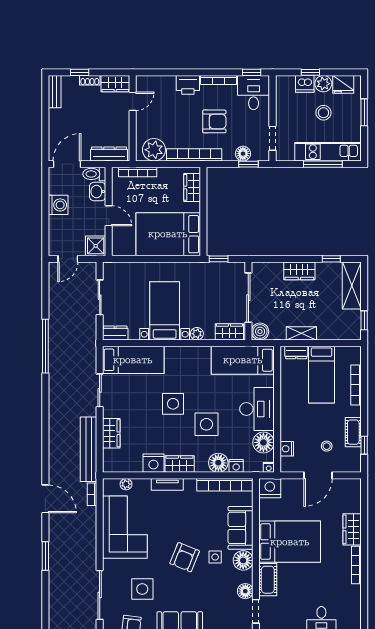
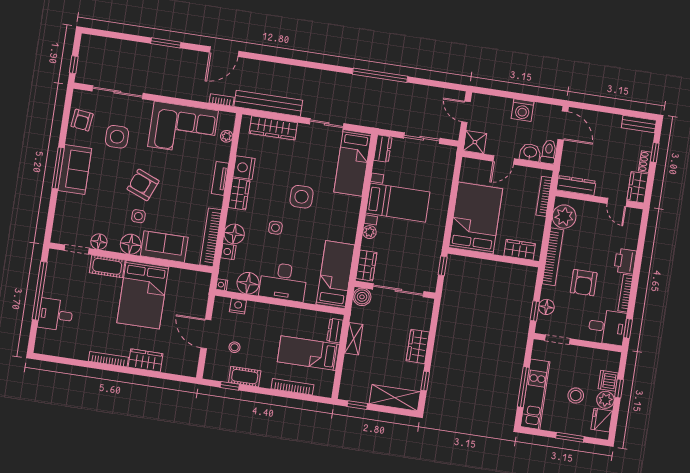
dresser: (109, 154) -> (576, 185), moved, turned -90
side table: (206, 424) -> (275, 228), width x0.54, depth x0.54
wardrobe: (111, 433) -> (273, 128), width x1.50
nightstand: (270, 488) -> (200, 283), removed

